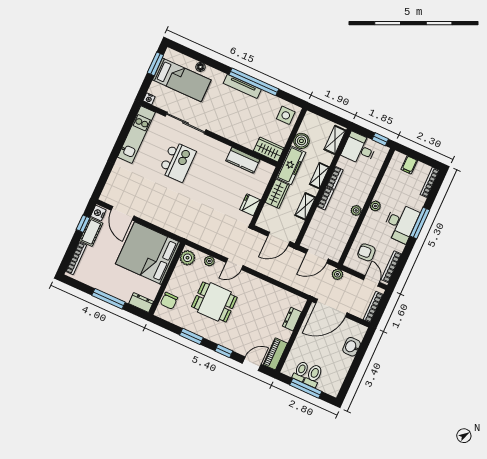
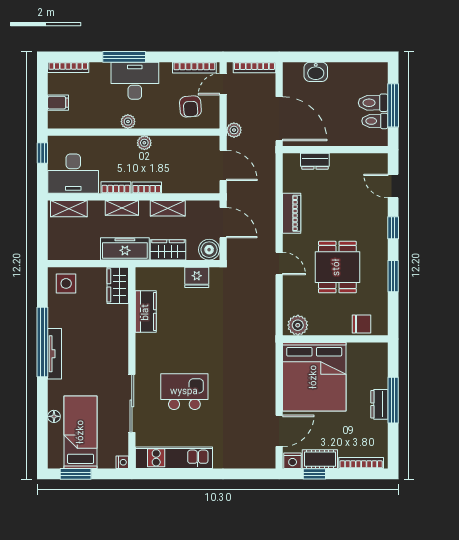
boiler: (301, 141) -> (209, 250), moved
desk: (359, 149) -> (73, 174), width x1.37
plant: (209, 261) -> (290, 296), removed
dresser: (141, 303) -> (379, 404), moved
piano: (275, 354) -> (292, 213), moved, turned -90

